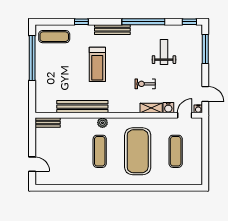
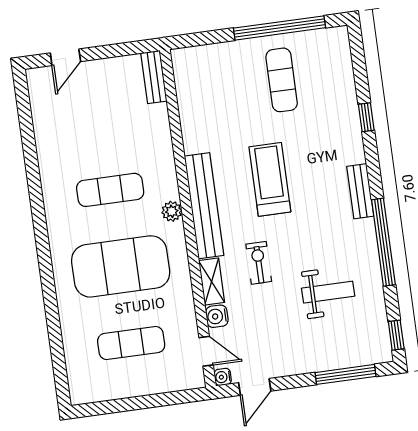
bench: (112, 30) -> (360, 191), width x0.73
exercise mat: (54, 37) -> (282, 80), moved
treadmill: (97, 64) -> (270, 179), moved, turned 90
bench: (82, 107) -> (204, 206), moved
plant: (102, 123) -> (172, 211), moved

